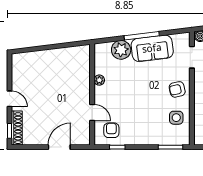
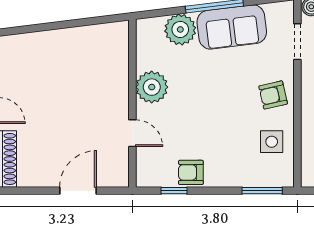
plant: (99, 80) -> (152, 87), width x1.88, depth x1.88
armchair: (111, 130) -> (191, 172), moved, turned -90

